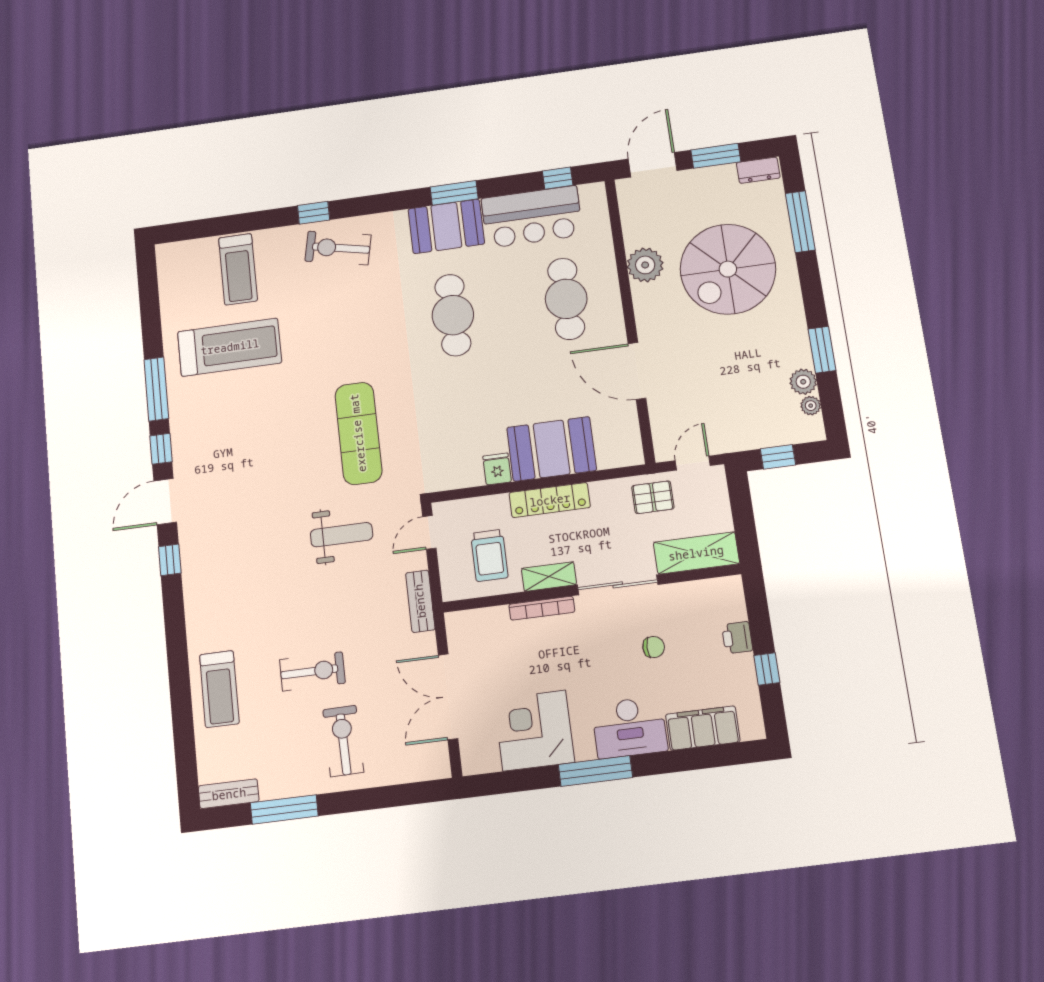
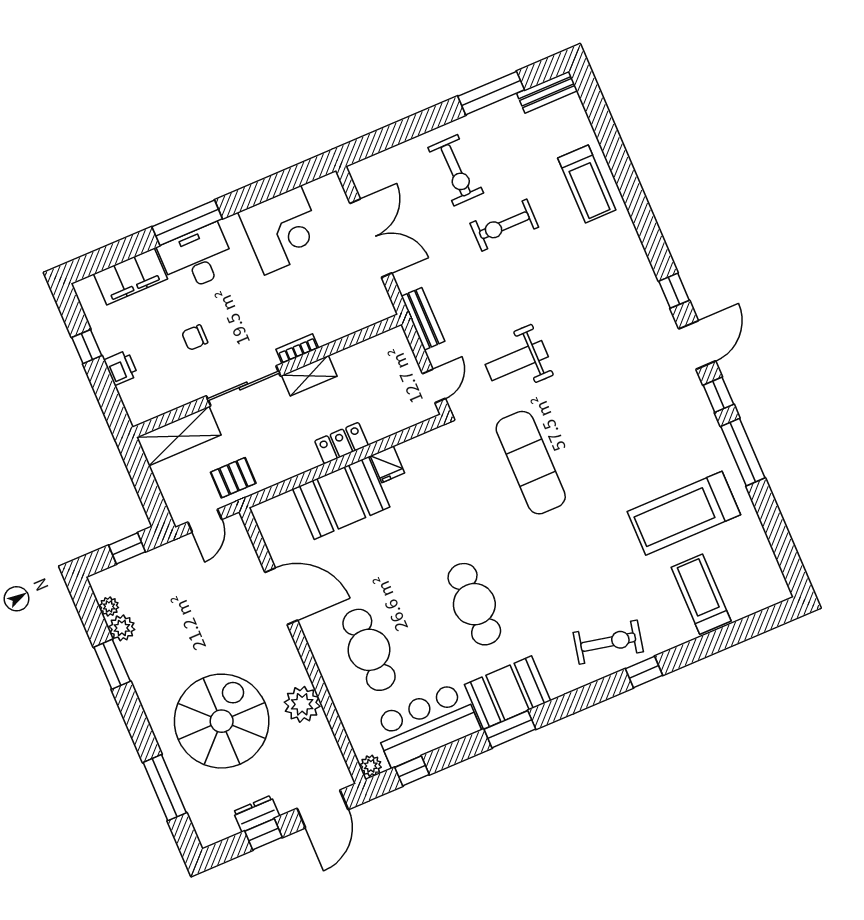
window: (716, 156) -> (264, 834), width x0.67
dresser: (758, 170) -> (256, 814), moved
plant: (595, 192) -> (371, 766), added
locker: (550, 500) -> (341, 443), width x0.66
trolley: (489, 555) -> (371, 380), removed
bookcase: (542, 608) -> (297, 349), width x0.64
treadmill: (219, 689) -> (587, 184), turned 180
window: (595, 771) -> (187, 223), moved

